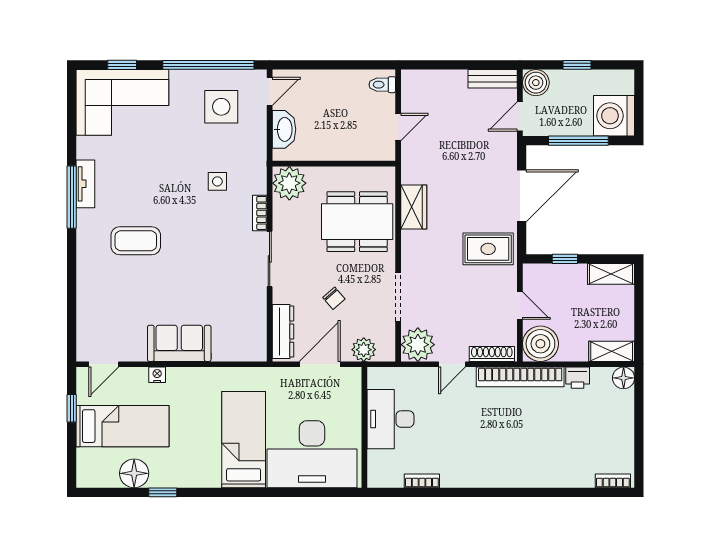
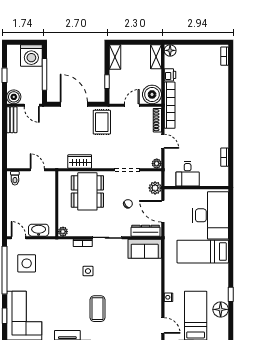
side table: (217, 181) -> (88, 271), moved
plant: (289, 183) -> (63, 232), width x0.53, depth x0.53
sofa: (179, 343) -> (145, 249), moved, turned -90
plant: (418, 345) -> (157, 164), width x0.53, depth x0.53
desk: (390, 419) -> (188, 174), width x0.73

